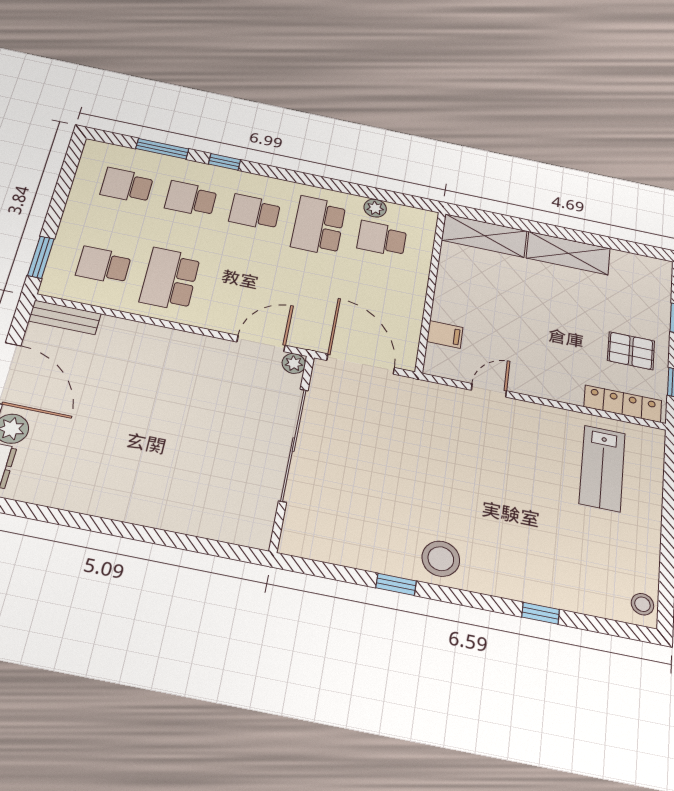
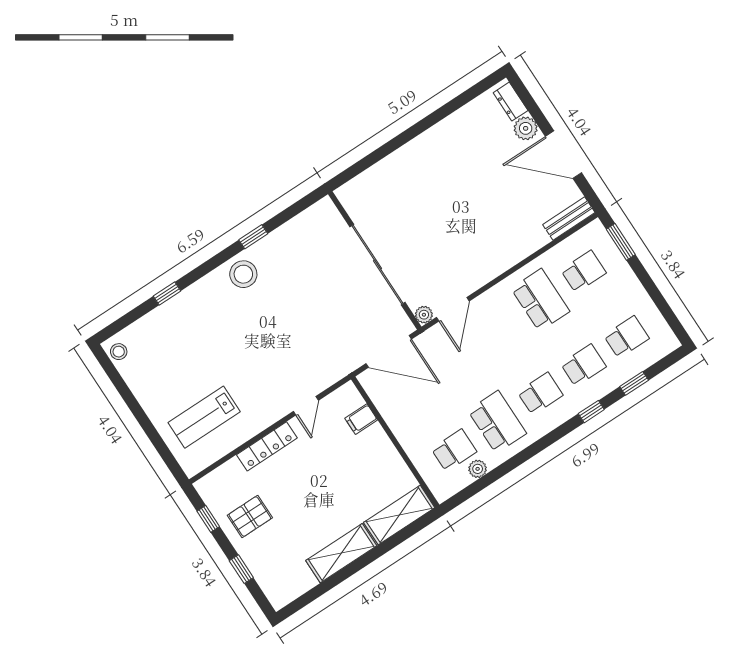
window: (162, 149) -> (634, 383), width x0.67
locker: (623, 404) -> (267, 446), moved
lab bench: (602, 468) -> (204, 417), turned -90

